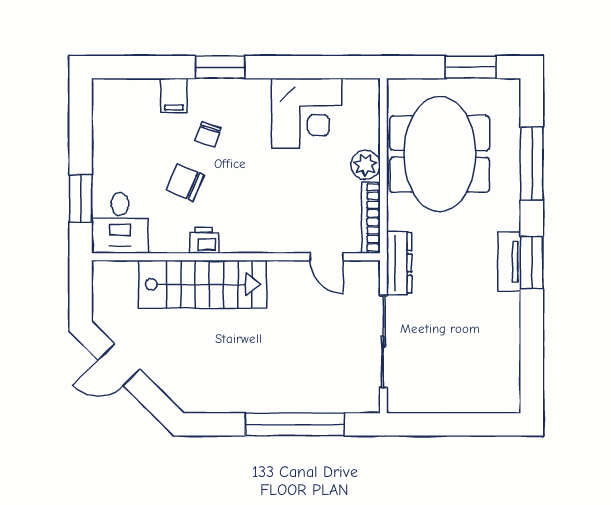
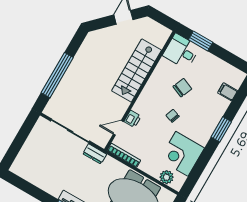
filing cabinet: (174, 95) -> (228, 92), moved
chair: (208, 135) -> (173, 116), moved
plant: (366, 165) -> (167, 177), moved
printer: (204, 240) -> (133, 119), moved
dresser: (399, 263) -> (95, 154), width x0.70

